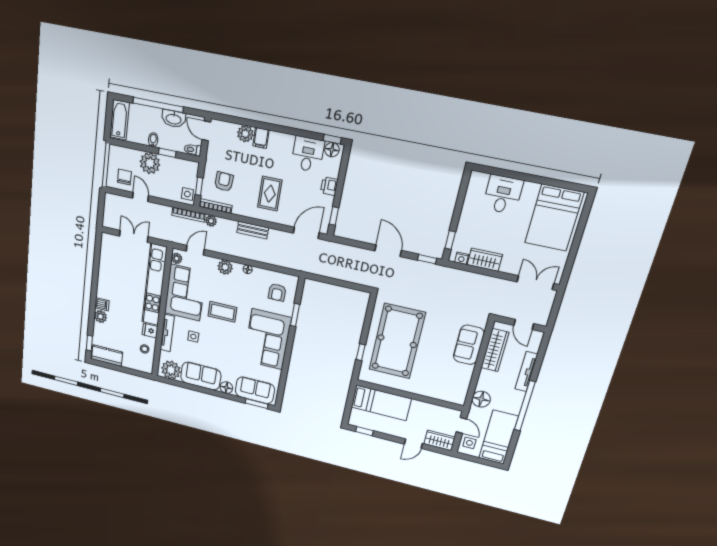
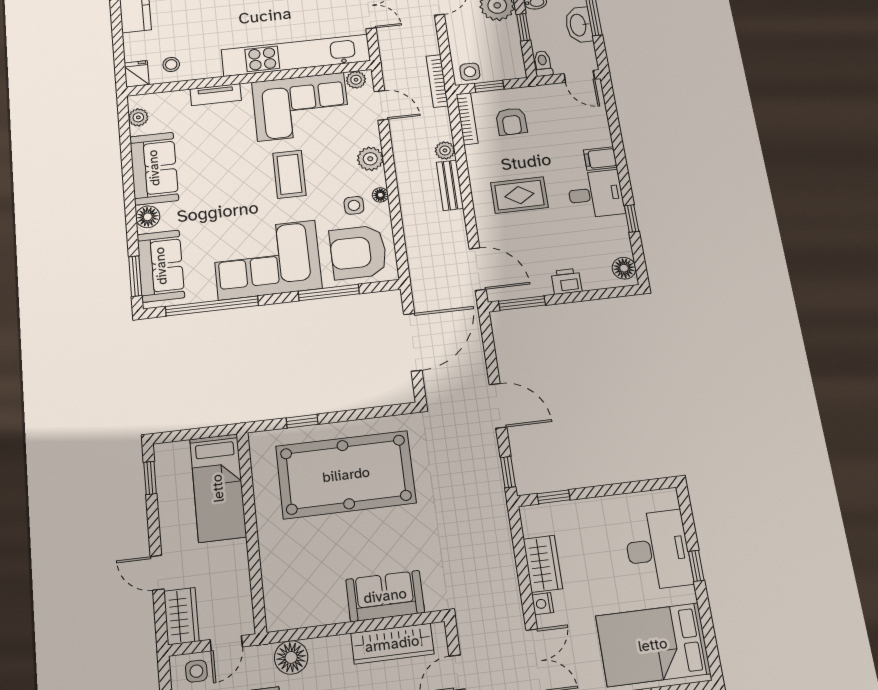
door: (206, 131) -> (579, 76), swing flipped
plant: (245, 134) -> (598, 134), removed
window: (332, 139) -> (632, 218), moved
desk: (308, 154) -> (596, 194), moved
window: (521, 176) -> (696, 566), added
armchair: (224, 182) -> (511, 121), turned 86
desk: (503, 194) -> (658, 550), width x1.37
window: (334, 216) -> (522, 303), width x1.50
plant: (211, 221) -> (445, 150), moved
door: (388, 251) -> (498, 406), hinge flipped
nightstand: (462, 258) -> (543, 604), moved
door: (337, 282) -> (413, 342), added
armchair: (277, 292) -> (358, 252), width x1.88, depth x1.88
window: (295, 315) -> (329, 293), width x1.44
fridge: (150, 331) -> (137, 74), moved
tv unit: (167, 333) -> (216, 95), width x0.71
side table: (193, 337) -> (354, 205), moved
plant: (171, 370) -> (138, 117), width x0.53, depth x0.53
window: (284, 374) -> (212, 306), added

